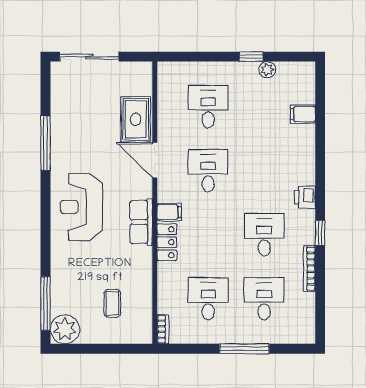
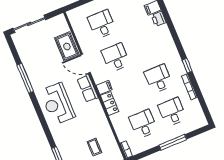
printer: (305, 197) -> (159, 19), moved
row of seats: (141, 222) -> (88, 88), moved

